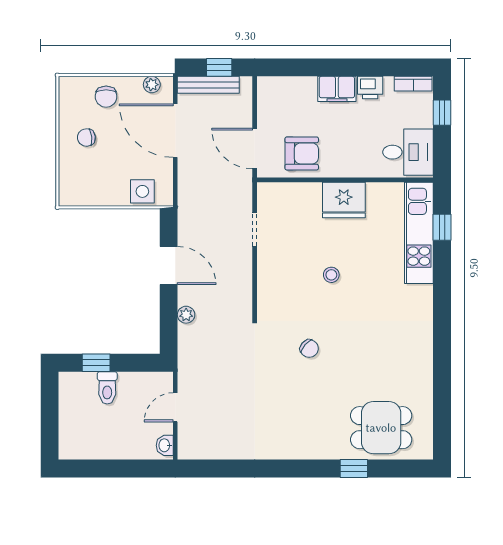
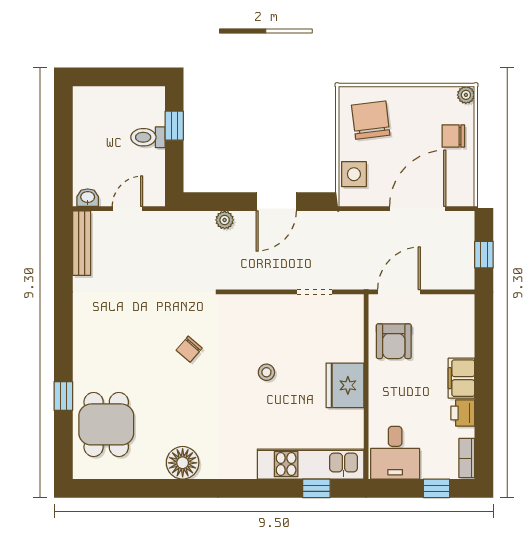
plant: (152, 85) -> (466, 95), moved
bench: (208, 85) -> (82, 243), moved
chair: (86, 138) -> (371, 120), moved, width x1.87, depth x1.87
floor lamp: (418, 355) -> (183, 463), added
door: (175, 407) -> (127, 209), hinge flipped

